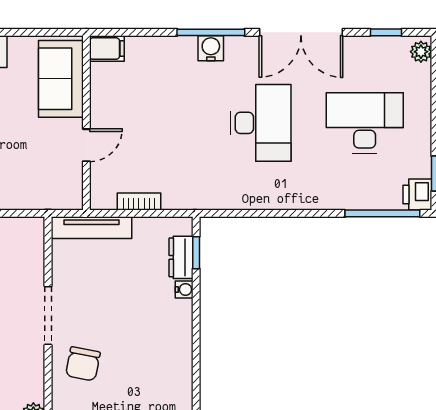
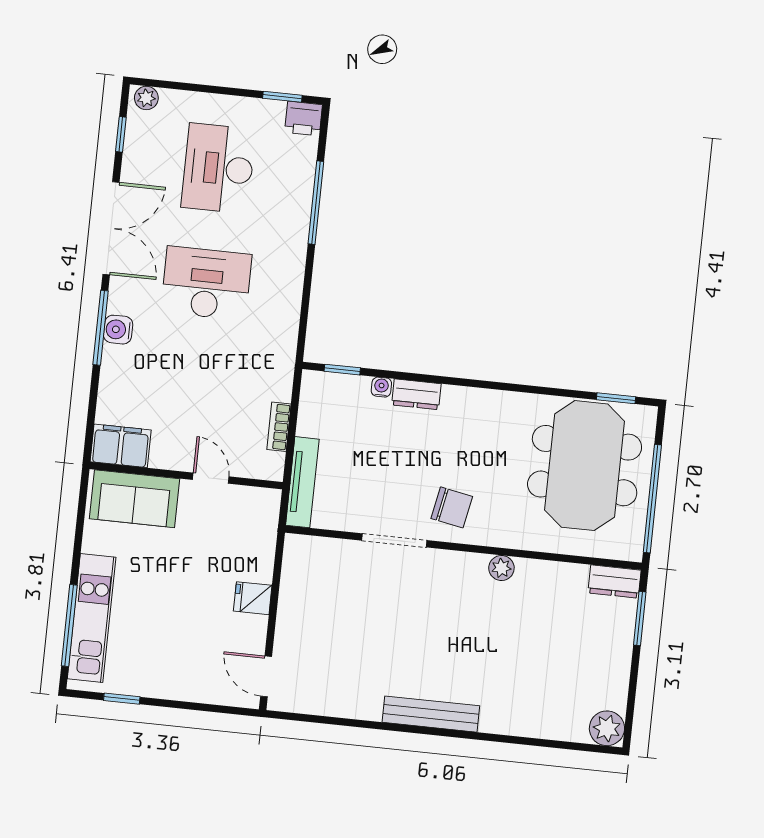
filing cabinet: (107, 49) -> (121, 446), width x2.00
window: (382, 213) -> (316, 203), moved
dresser: (181, 257) -> (416, 394), moved

